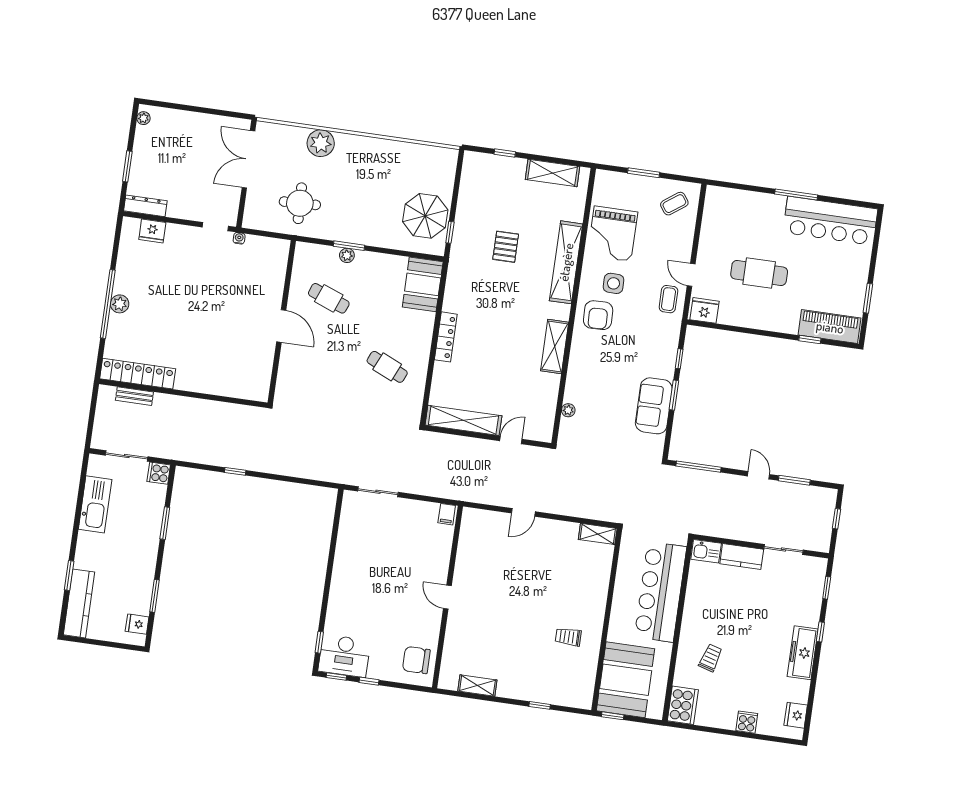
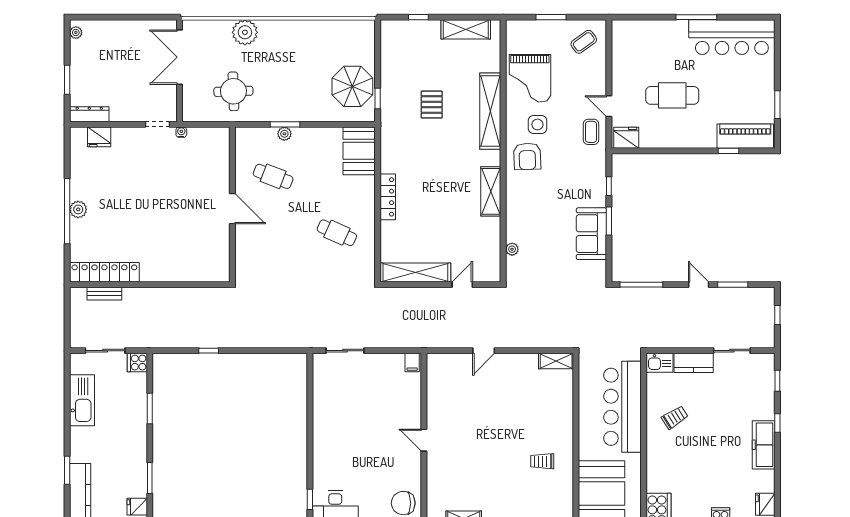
trolley: (711, 658) -> (675, 417), moved, turned 42

